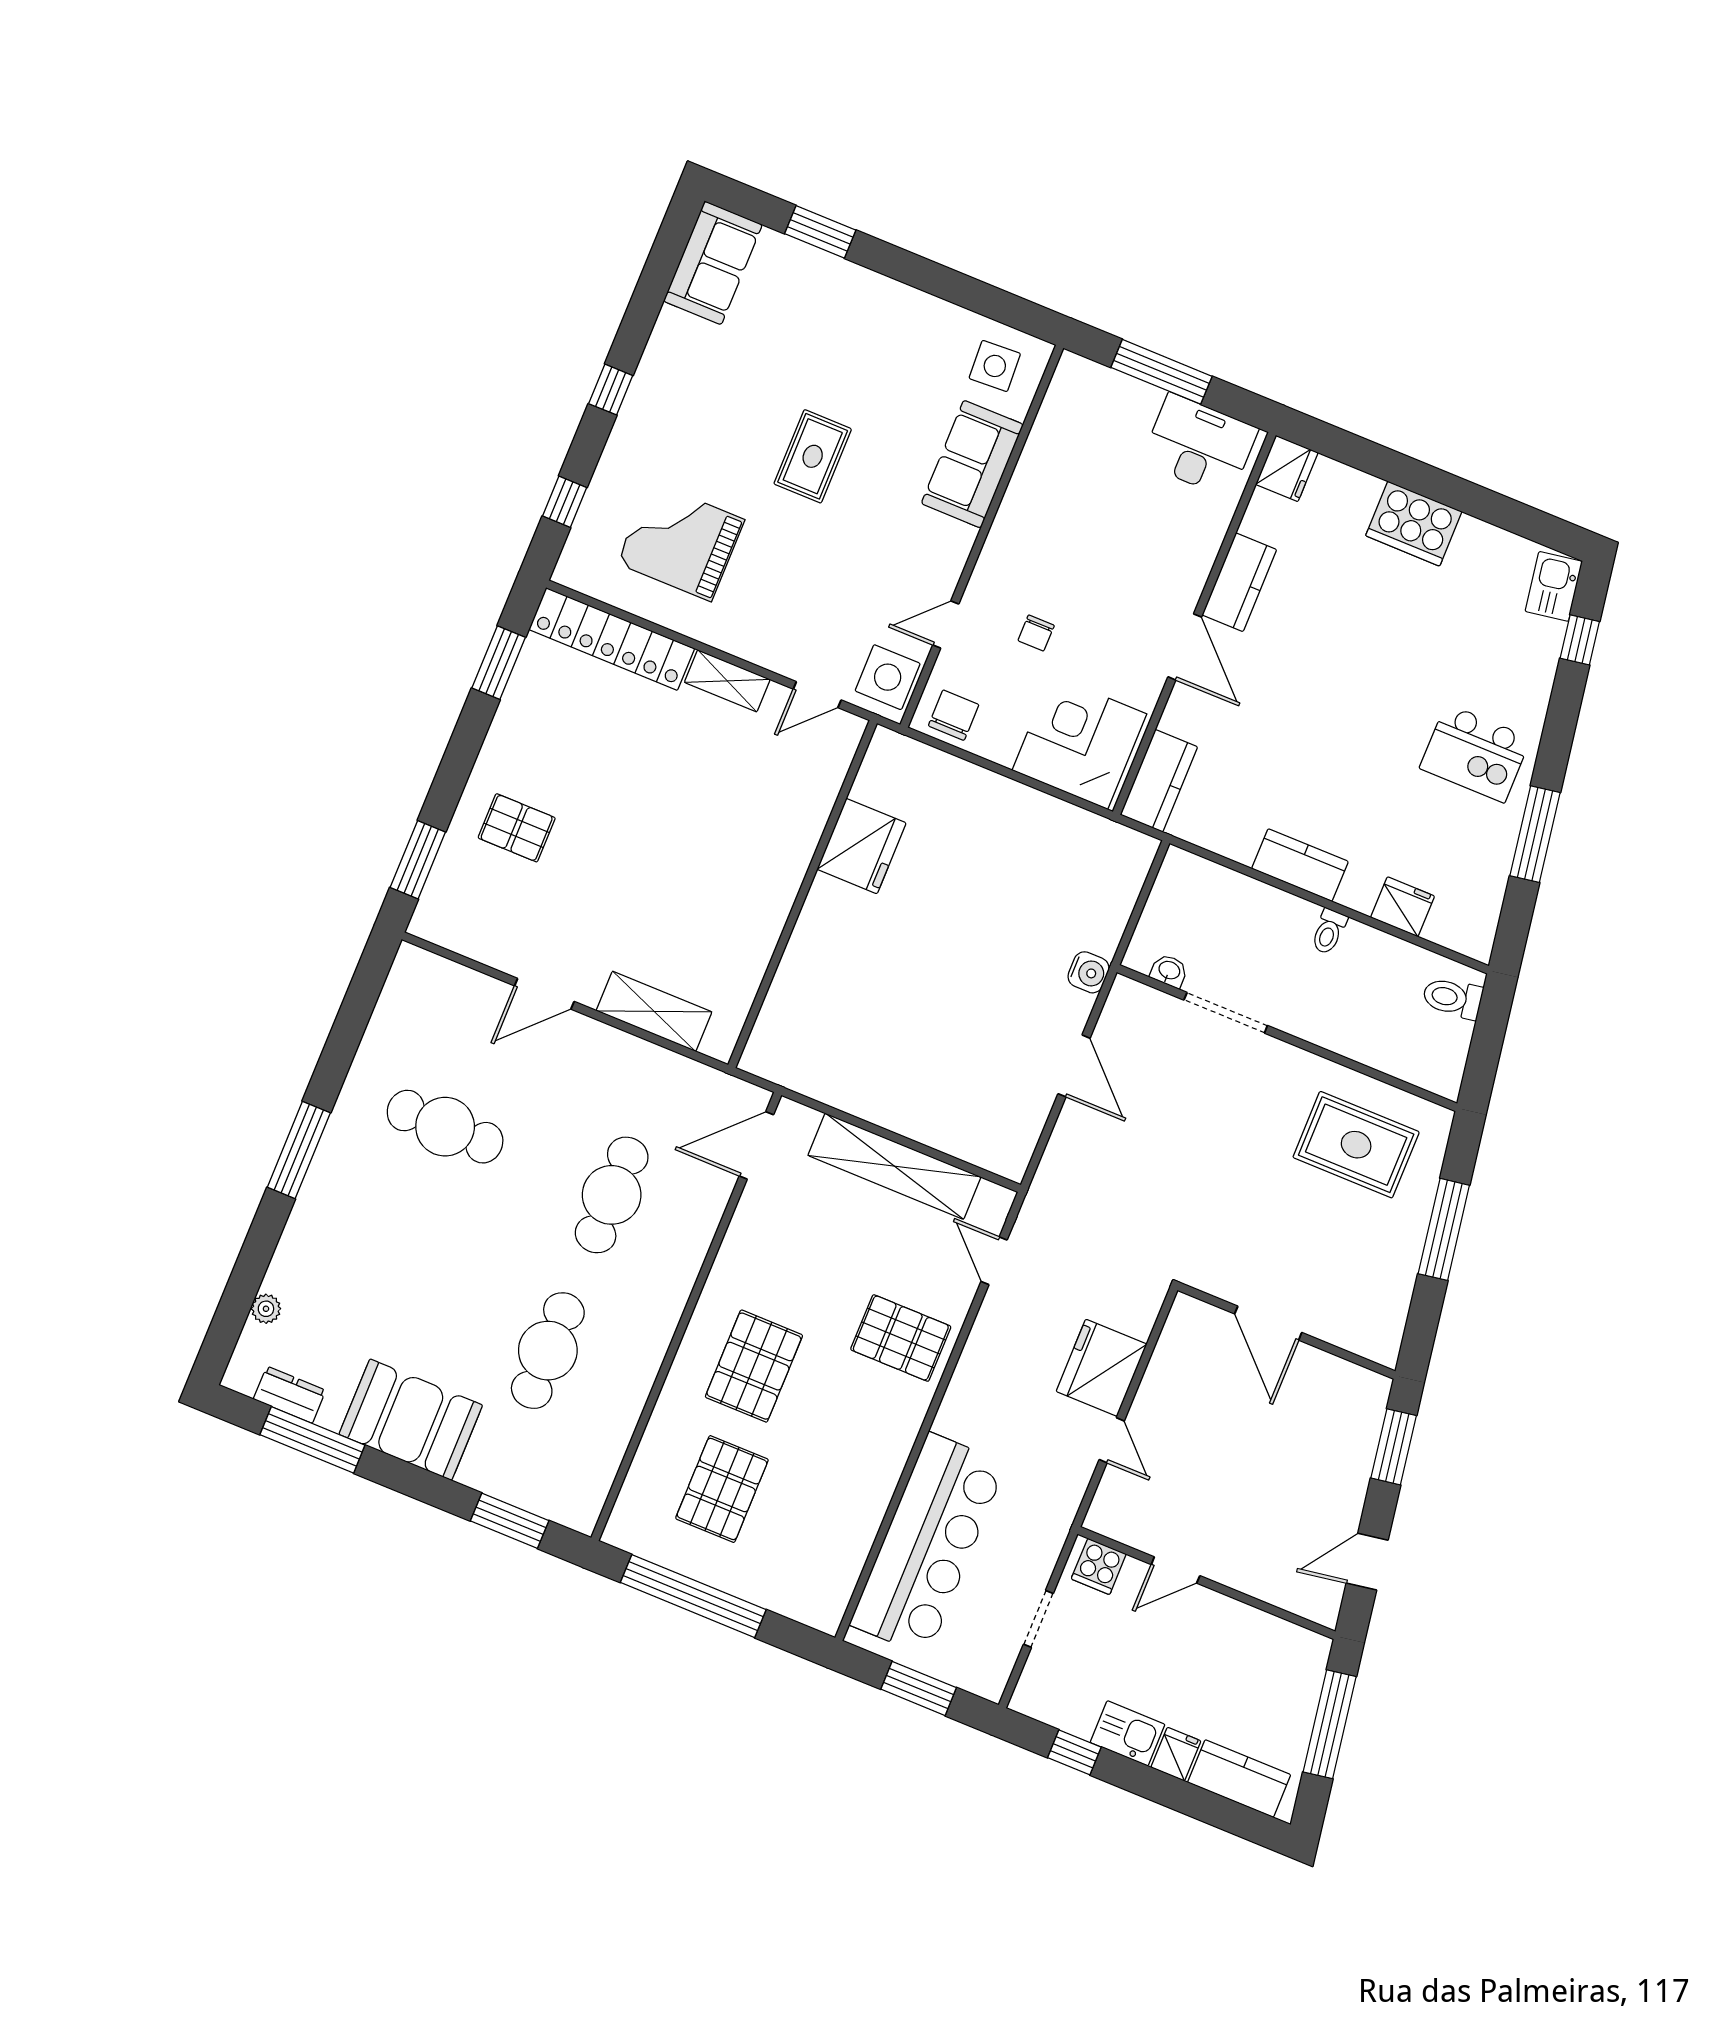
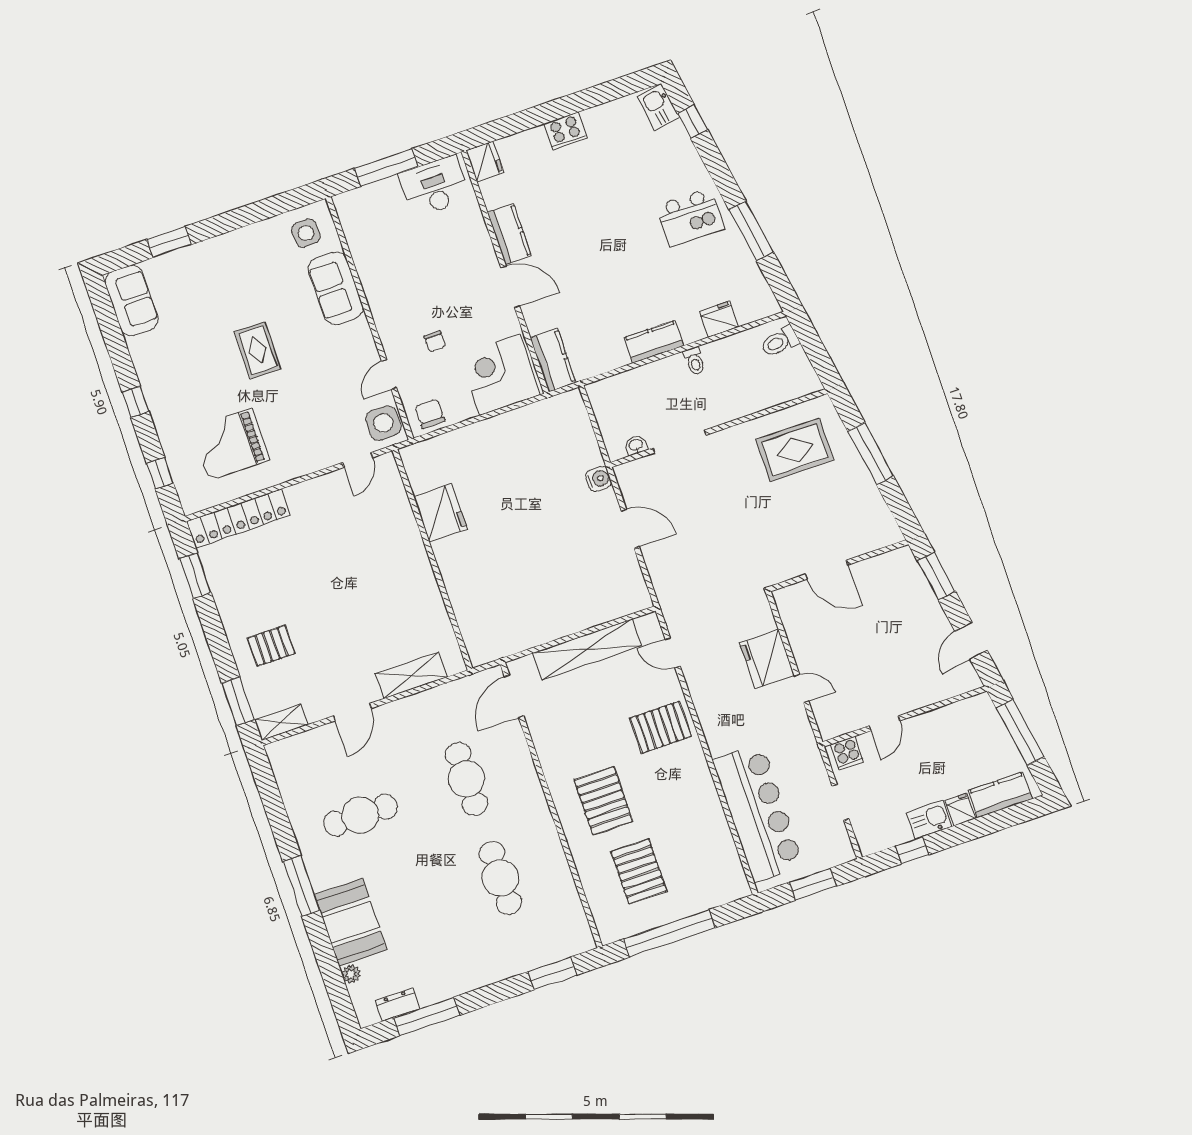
cooker: (1414, 524) -> (566, 131), width x0.73, depth x0.76
shelving: (727, 681) -> (281, 722), moved
booth: (411, 1420) -> (351, 922), moved, turned 90

